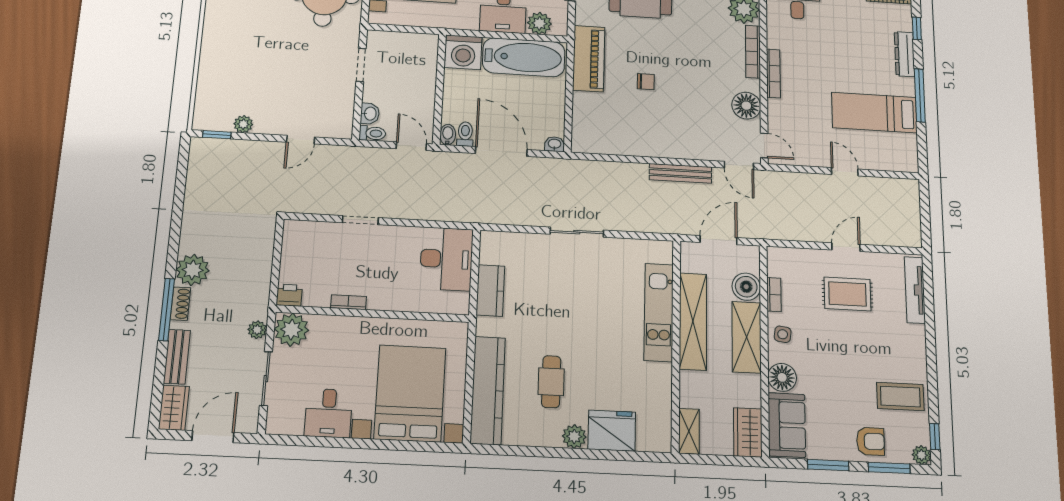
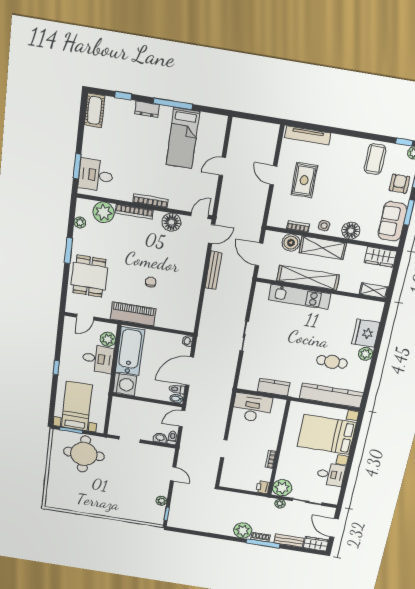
dresser: (905, 54) -> (147, 109), width x0.70
sofa: (787, 425) -> (392, 221), moved, turned -90

